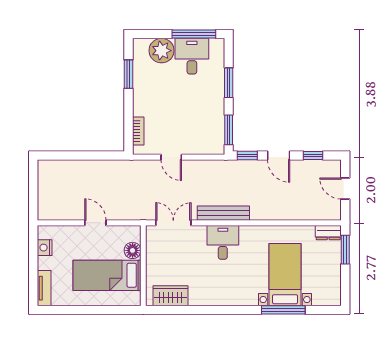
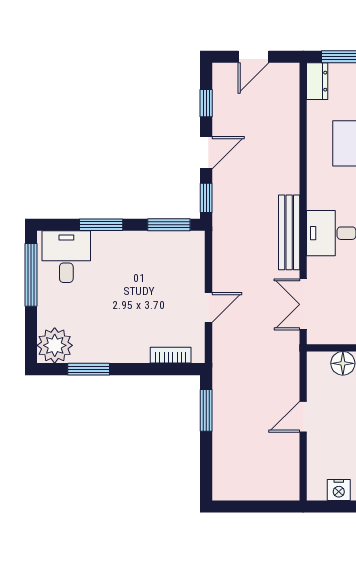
plant: (162, 51) -> (55, 345), moved
desk: (192, 56) -> (66, 257), moved, turned 90
window: (100, 156) -> (206, 410), added

